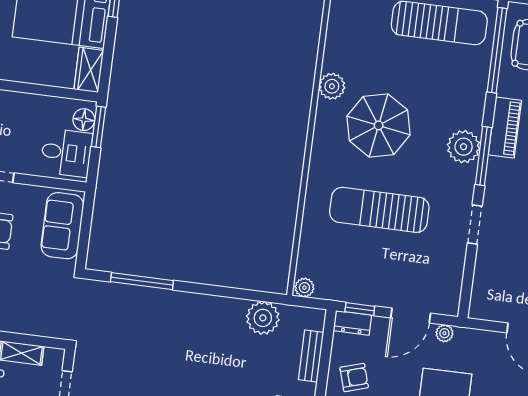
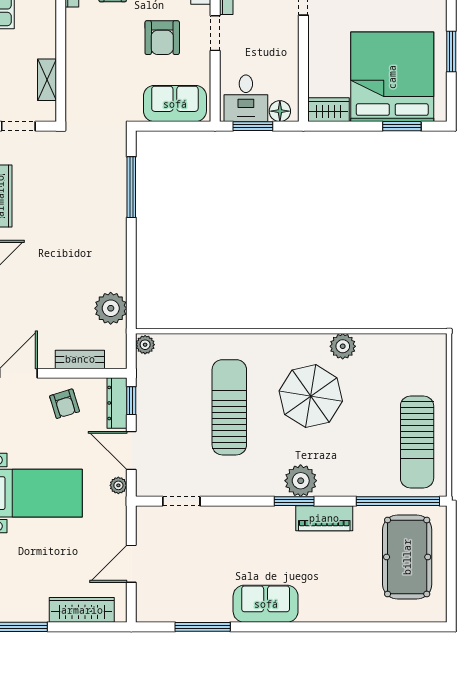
window: (98, 127) -> (253, 126), moved
window: (483, 156) -> (294, 501), width x0.69
doorway: (475, 224) -> (181, 501), moved
dresser: (352, 323) -> (117, 403), width x1.44

